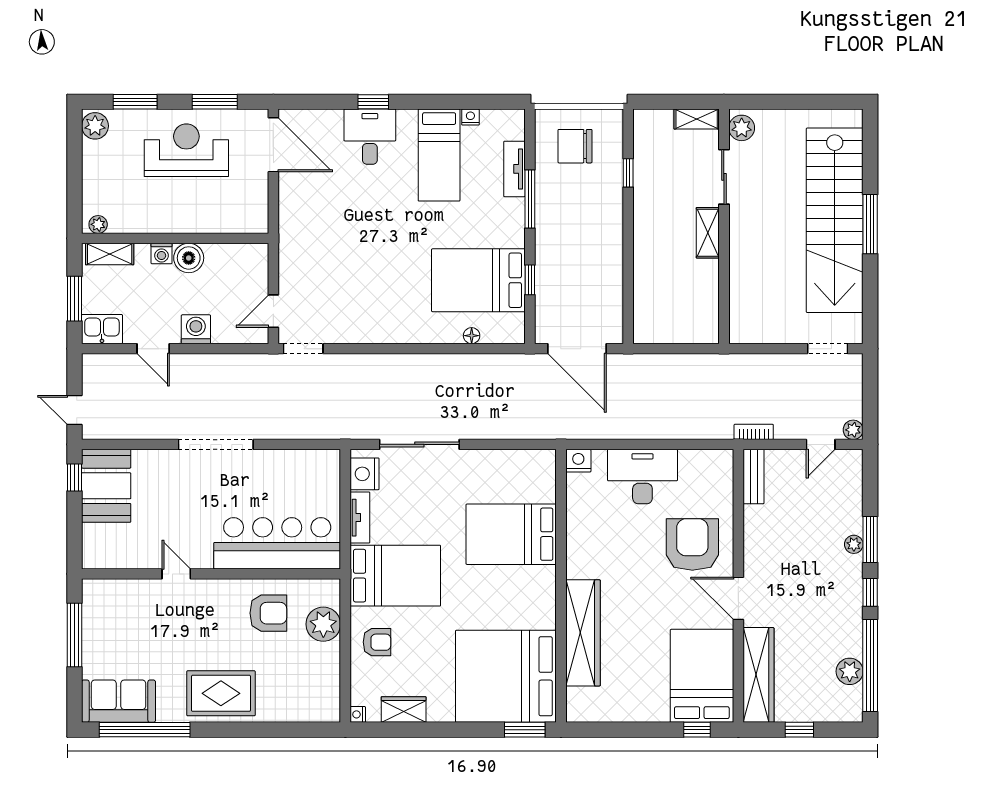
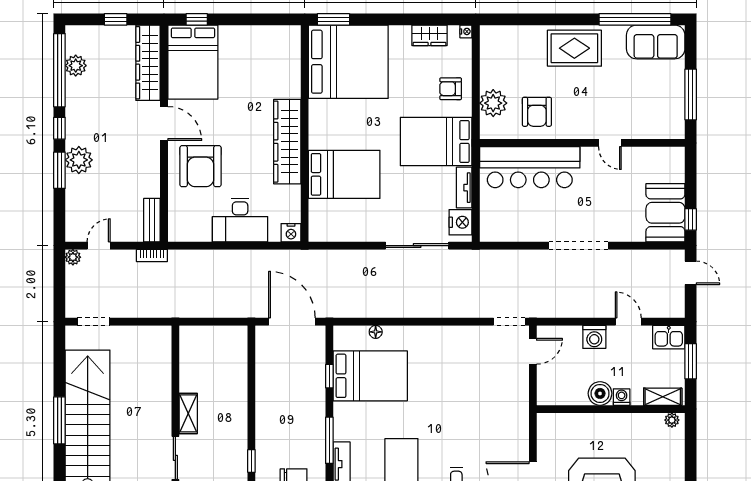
plant: (854, 544) -> (79, 160), width x1.88, depth x1.88
armchair: (268, 613) -> (537, 112), turned -90
wardrobe: (583, 633) -> (287, 142), moved

